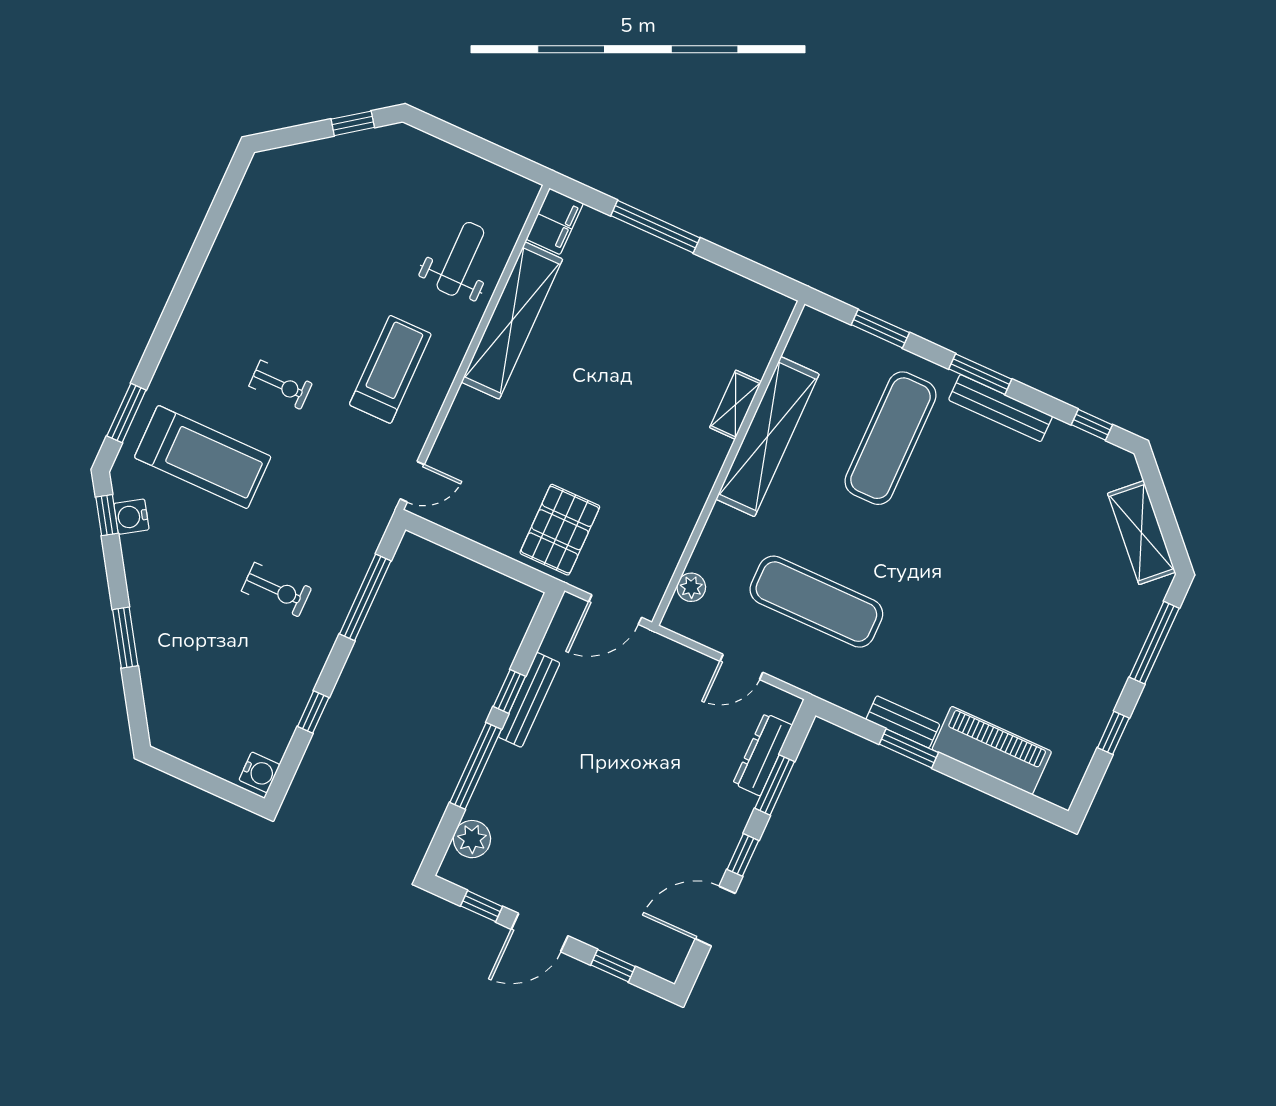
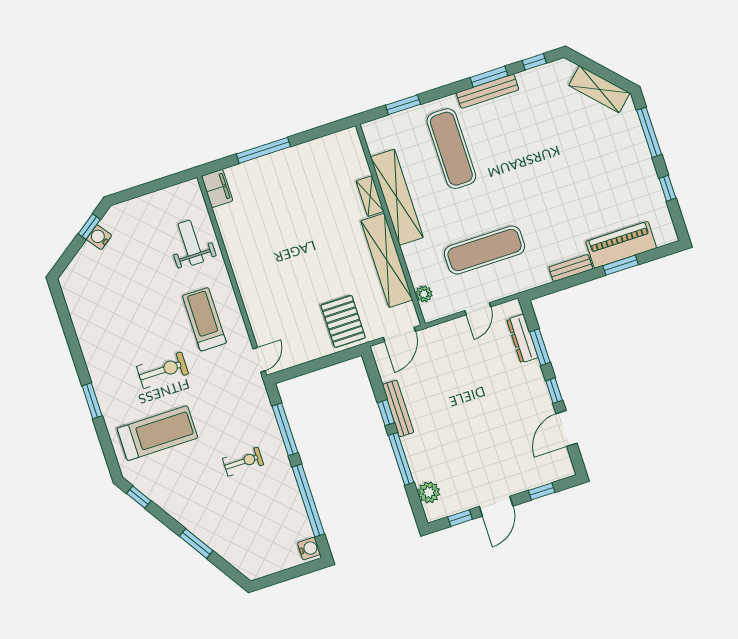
shelving: (512, 321) -> (387, 260), moved
window: (980, 374) -> (489, 77), moved
exercise bike: (281, 385) -> (163, 370), width x1.38, depth x1.39
window: (126, 413) -> (92, 401), moved
water cooler: (131, 517) -> (99, 237), moved, turned 87
window: (313, 712) -> (308, 500), width x3.17
window: (909, 748) -> (621, 265), moved

